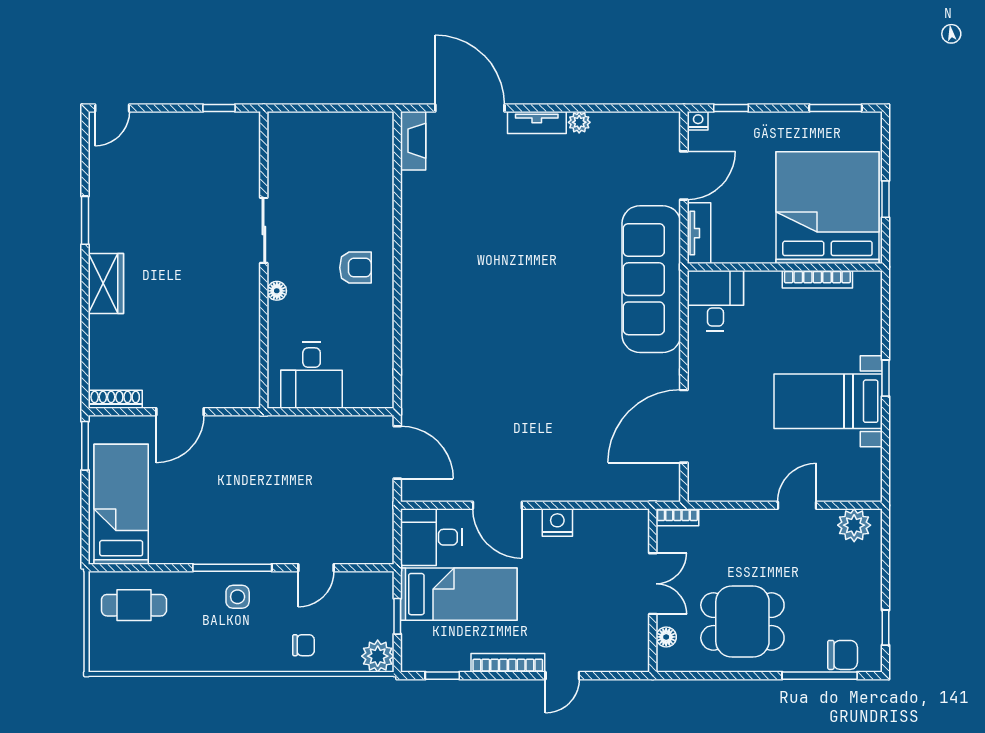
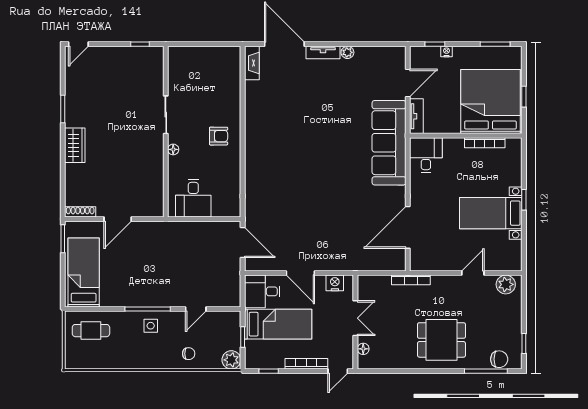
nightstand: (698, 121) -> (446, 51), moved
bookcase: (677, 517) -> (411, 280), width x1.56
double door: (653, 584) -> (355, 318), moved
wall: (653, 590) -> (355, 322), moved
floor lamp: (666, 637) -> (363, 349), moved

